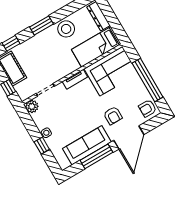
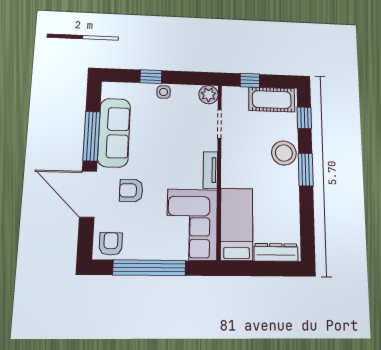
stool: (66, 29) -> (284, 153), moved

